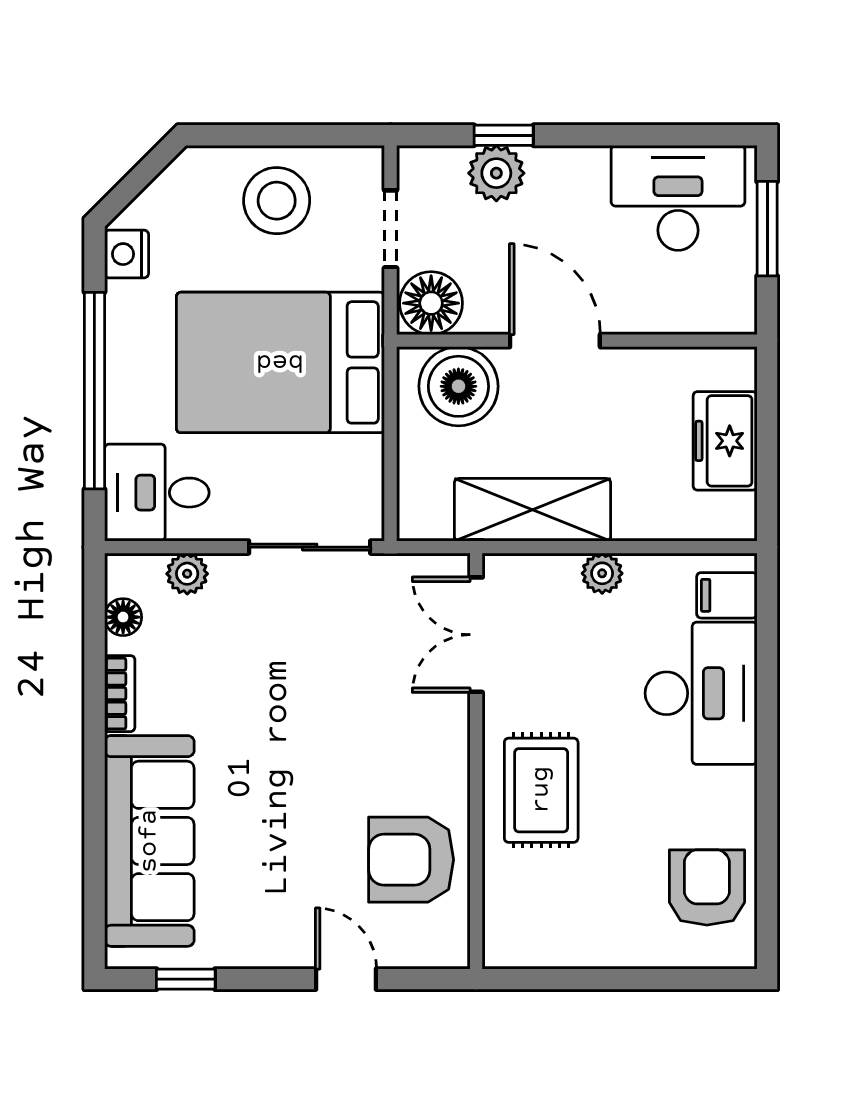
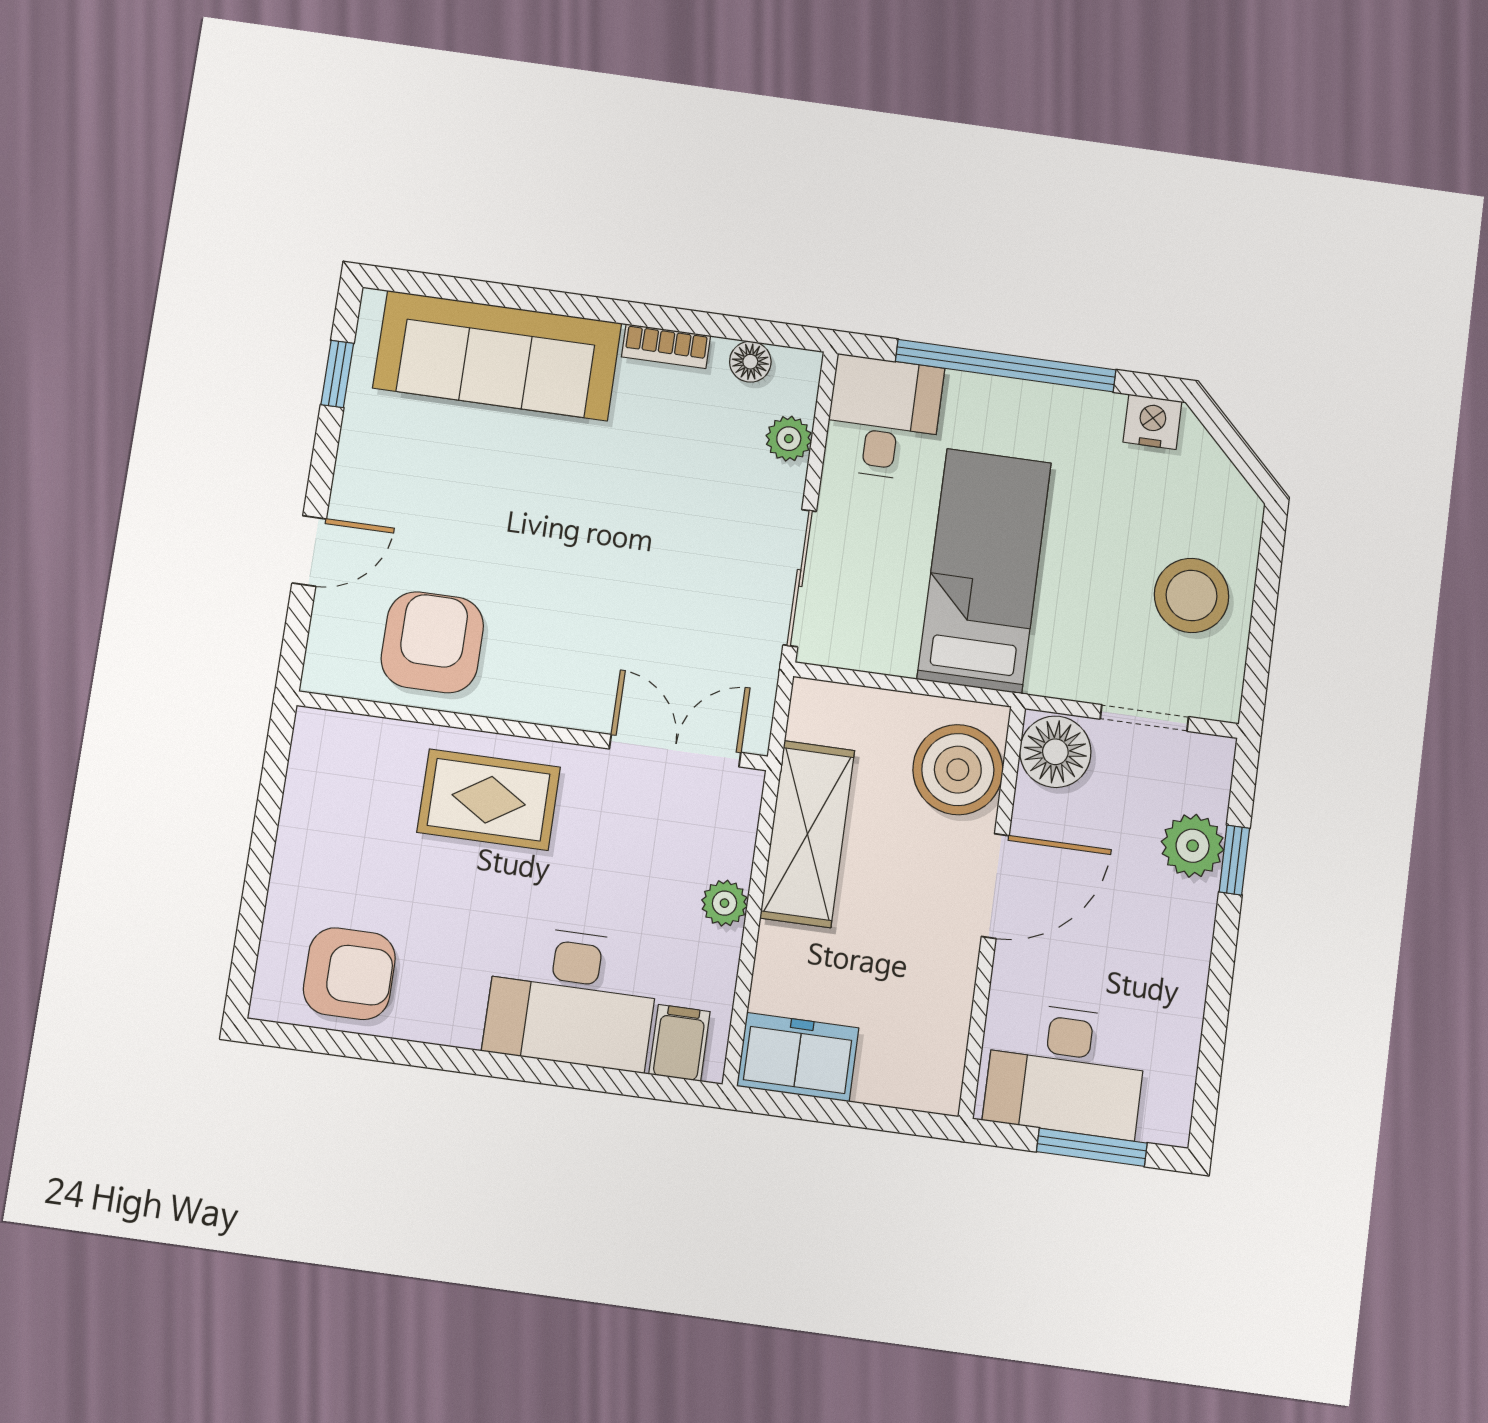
desk: (678, 198) -> (1066, 1070), moved, turned 90
bed: (280, 362) -> (984, 571), width x0.67
freezer: (725, 441) -> (798, 1057), moved

